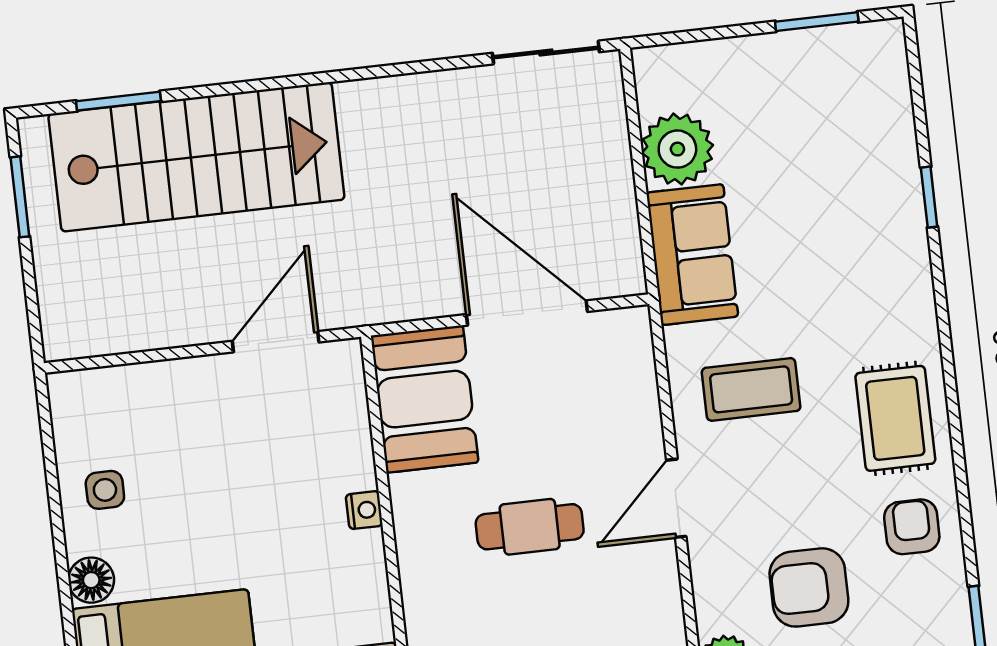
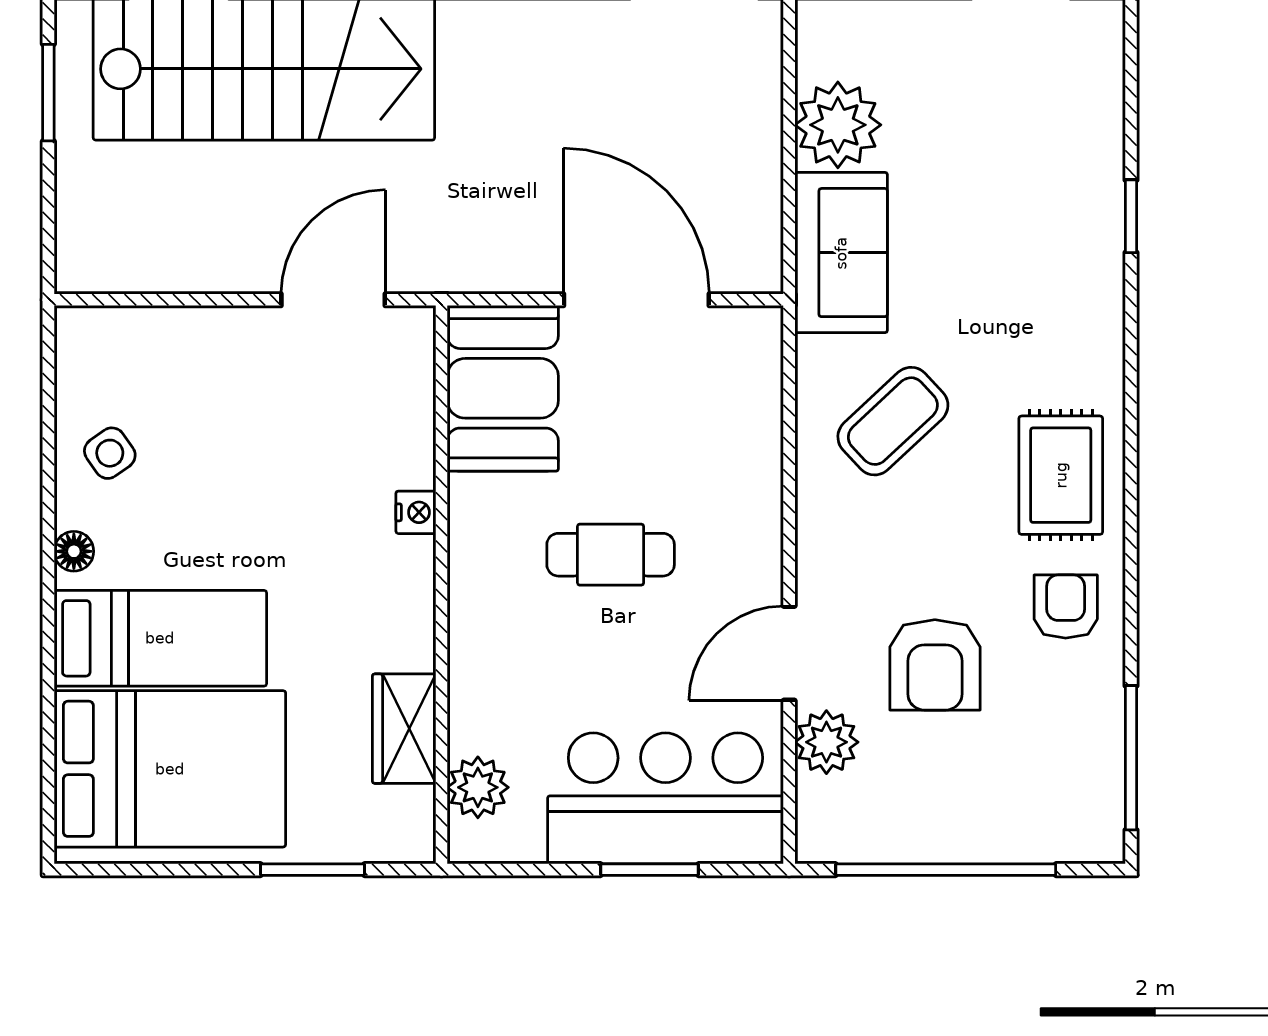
coffee table: (751, 389) -> (893, 421), turned -43
side table: (105, 490) -> (110, 453), turned -35
door: (676, 498) -> (789, 653), moved
floor lamp: (91, 580) -> (74, 551), width x0.73, depth x0.73
armchair: (809, 587) -> (935, 665), turned -90

